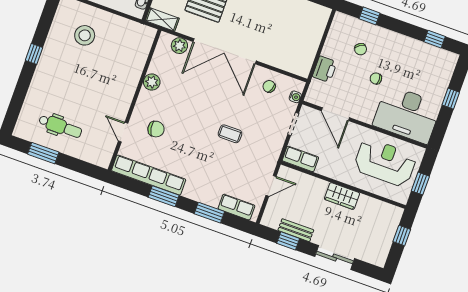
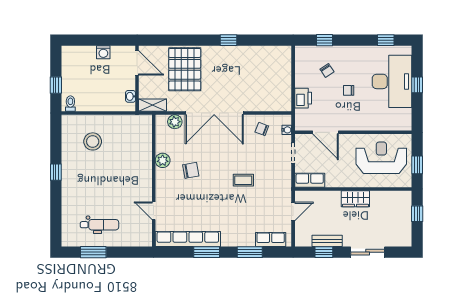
desk: (407, 114) -> (392, 81), moved, turned -90
chair: (156, 129) -> (191, 170), moved

